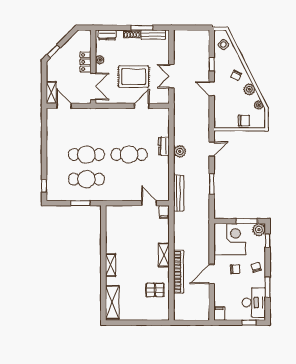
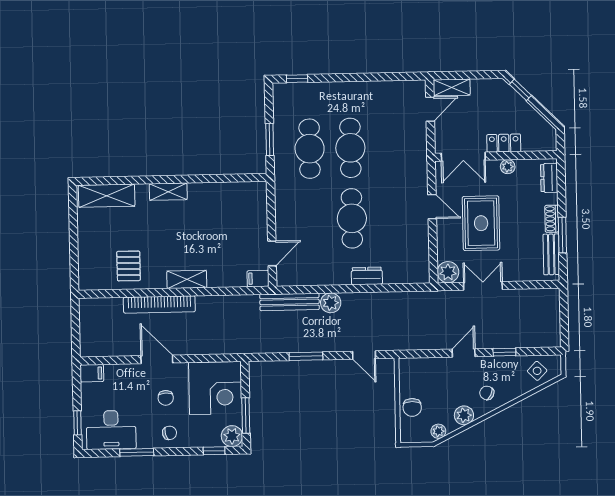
plant: (163, 97) -> (448, 272), added
door: (142, 106) -> (432, 207), moved
plant: (180, 151) -> (331, 303), moved

